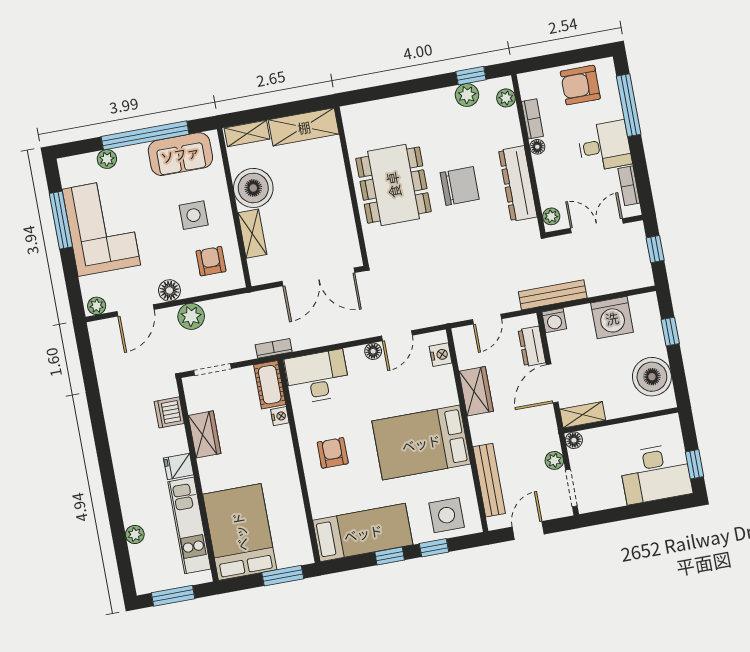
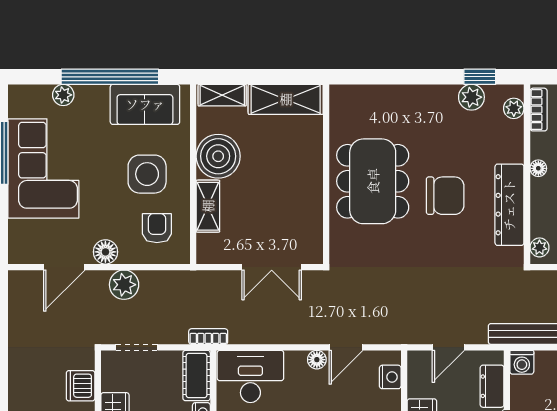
bookcase: (532, 119) -> (539, 110), moved
side table: (194, 215) -> (147, 174), width x1.37, depth x1.37
double door: (318, 277) -> (272, 267), width x0.73
plant: (97, 306) -> (22, 254), removed

